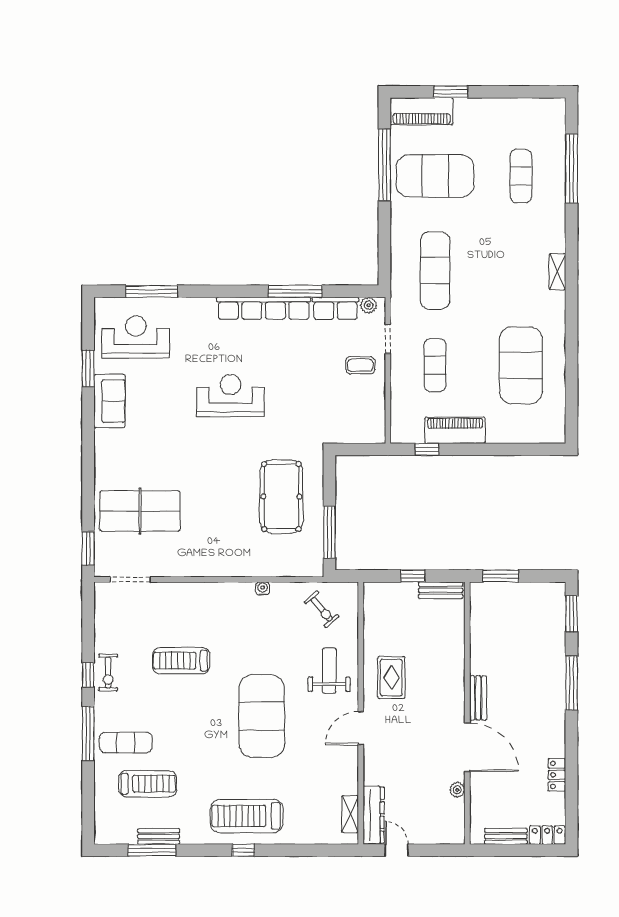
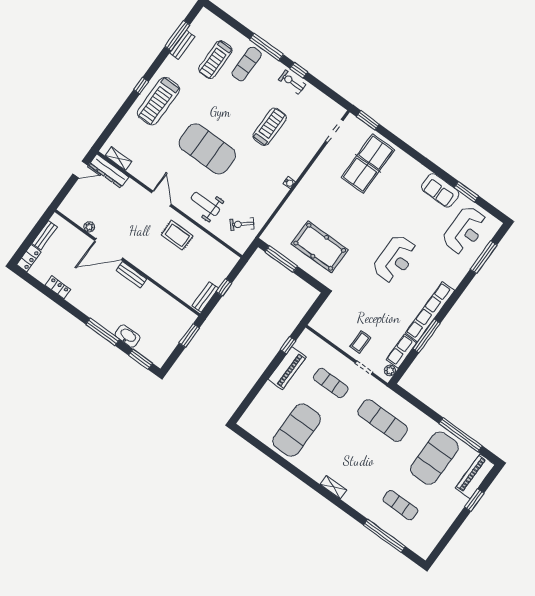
exercise mat: (521, 365) -> (297, 430), turned 90
water cooler: (263, 589) -> (289, 183), moved
washbasin: (555, 649) -> (128, 336), added
weight bench: (329, 671) -> (205, 204), turned 180
treadmill: (247, 816) -> (158, 101), turned 180

